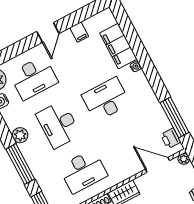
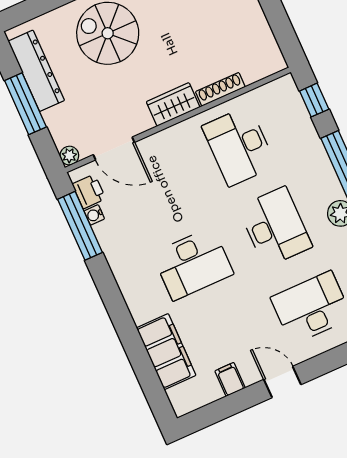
door: (48, 32) -> (282, 382), hinge flipped
water cooler: (136, 66) -> (94, 215), moved
desk: (83, 171) -> (239, 146), turned -90

